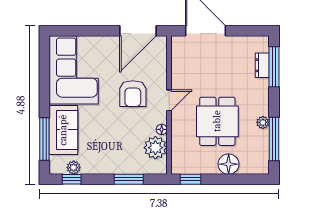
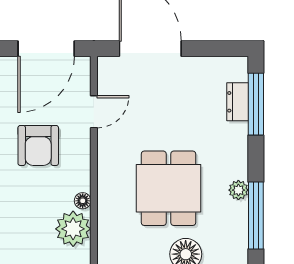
door: (169, 100) -> (94, 112), moved

